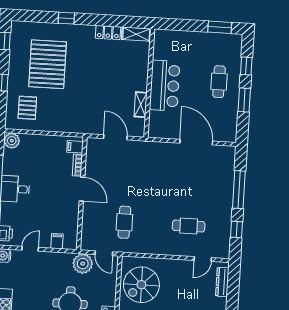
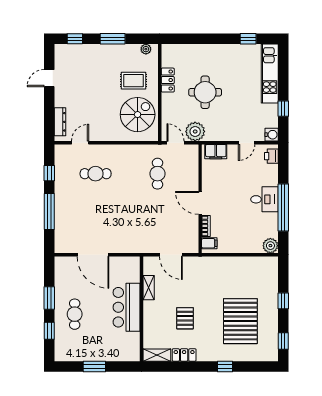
window: (220, 27) -> (94, 366), moved
pallet: (27, 108) -> (185, 318), moved
filing cabinet: (57, 241) -> (216, 152), width x2.00

